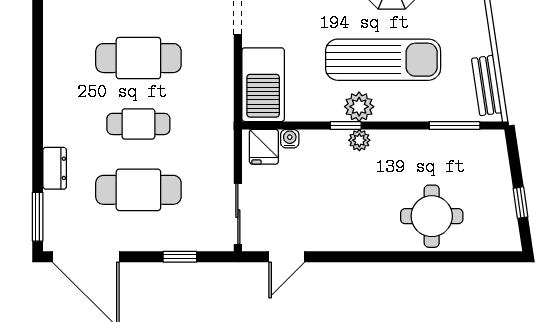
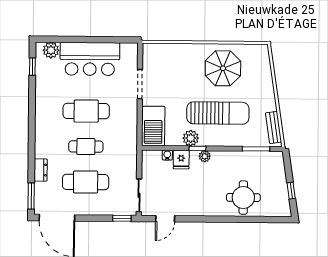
plant: (359, 107) -> (191, 138), moved
fridge: (264, 147) -> (181, 160), moved
window: (180, 257) -> (122, 218), moved

